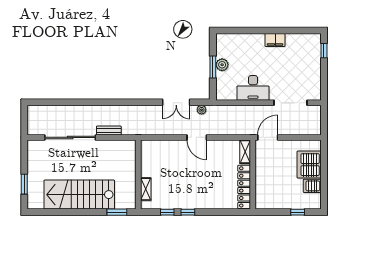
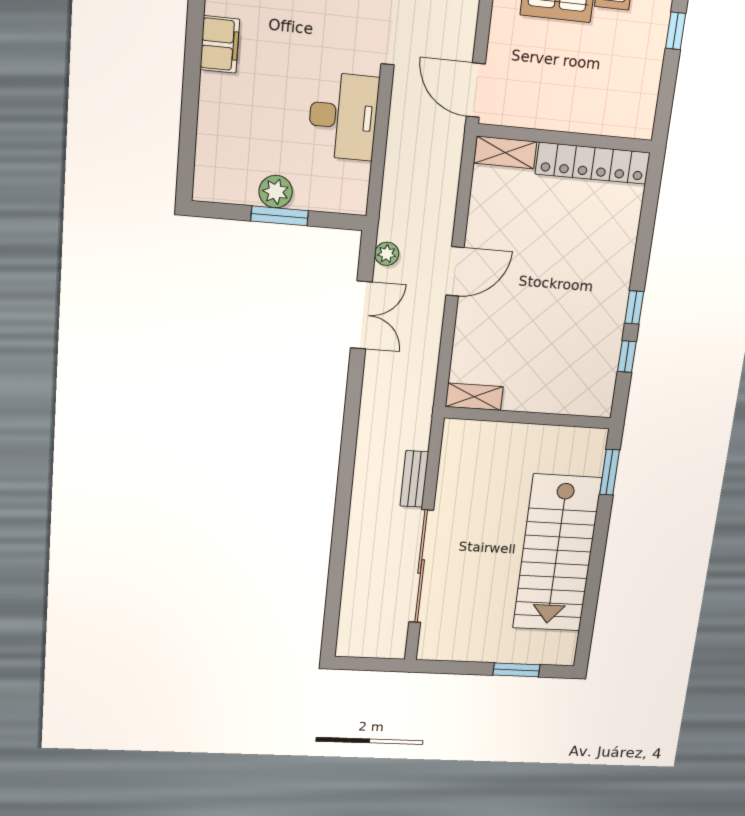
shelving: (146, 189) -> (474, 397), moved

